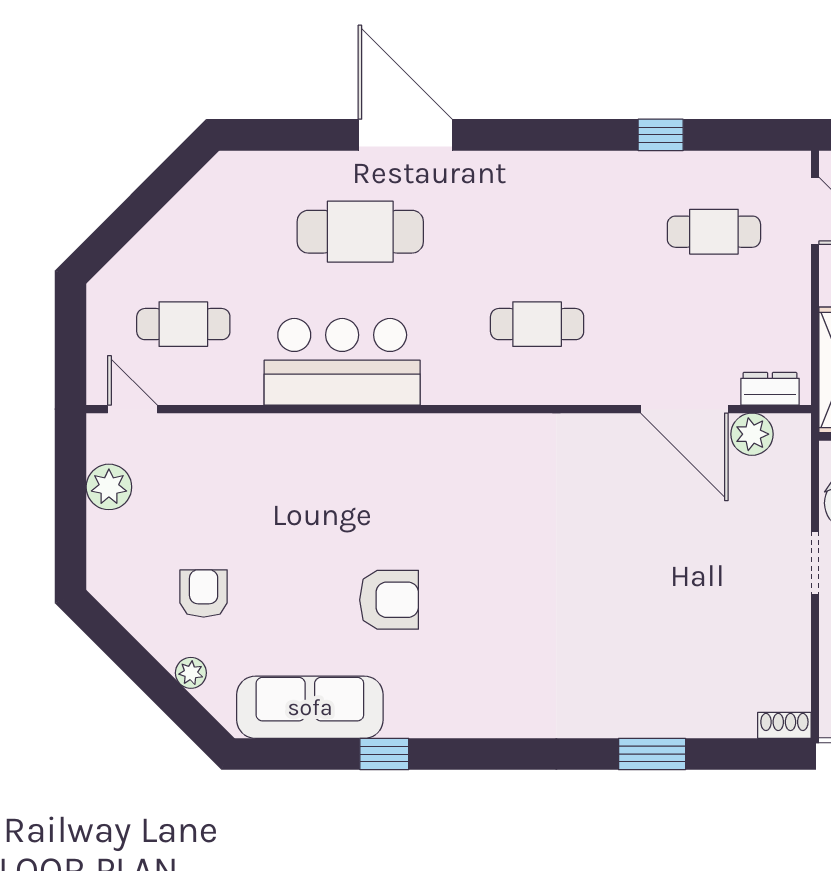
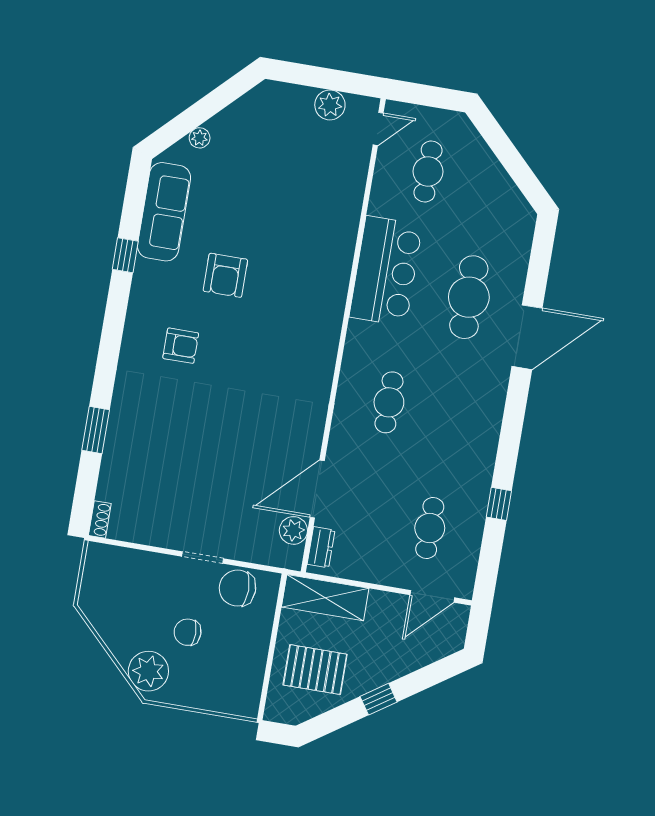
armchair: (204, 593) -> (181, 346), moved

